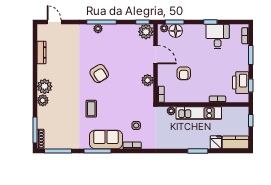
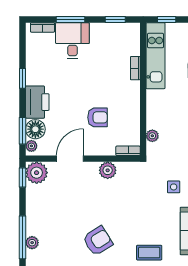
desk: (218, 37) -> (72, 41), moved, turned 90
printer: (241, 83) -> (37, 102), moved, turned -90
kitchen unit: (199, 113) -> (156, 56), moved

